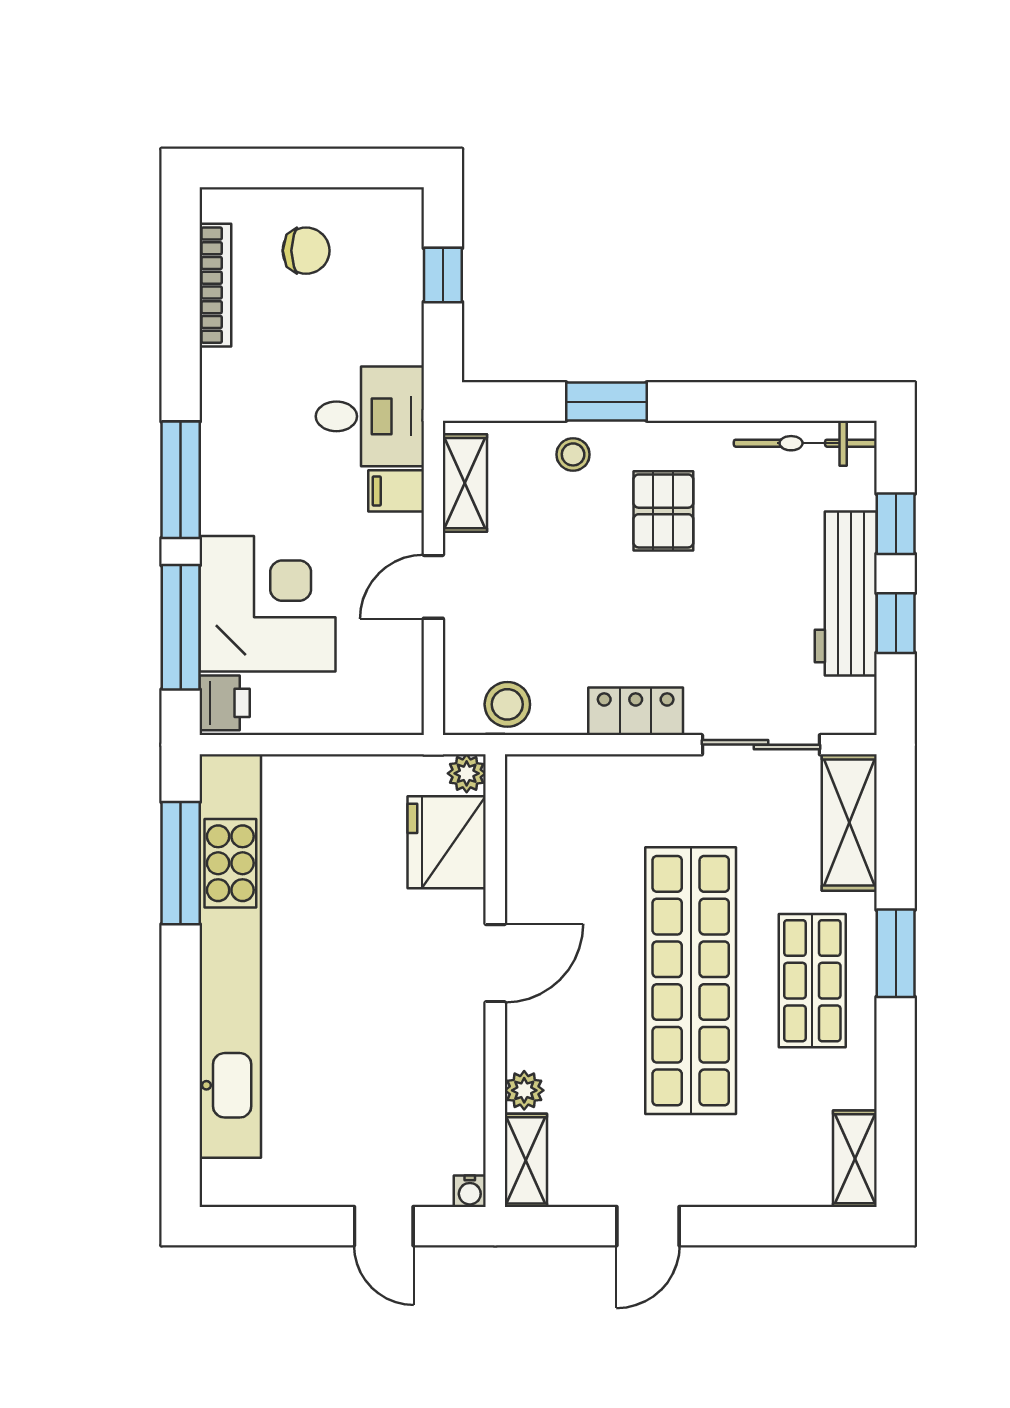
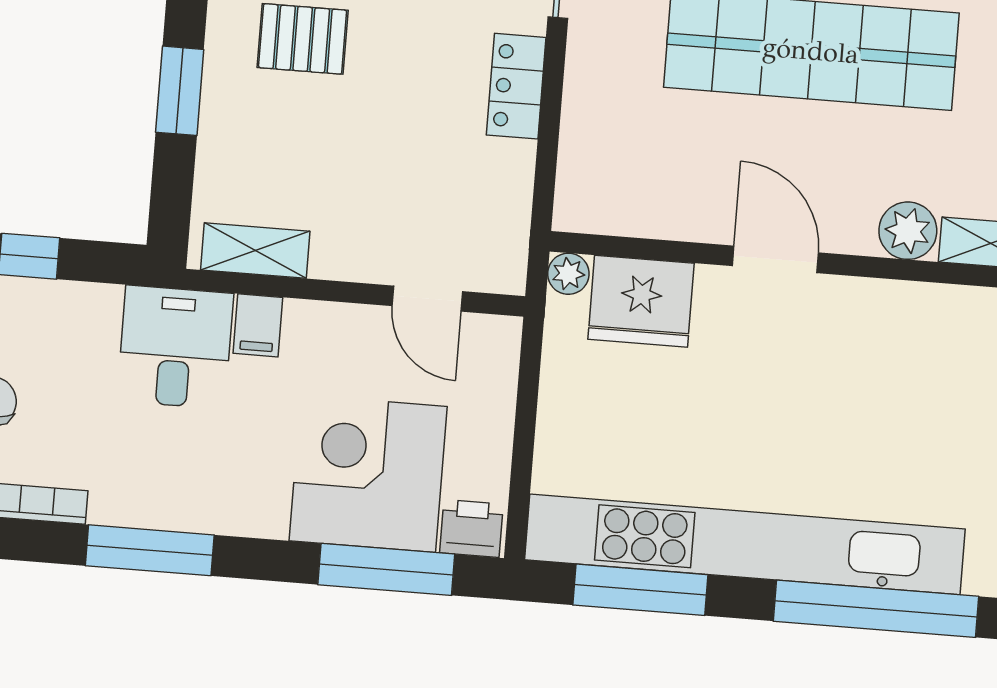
stool: (573, 454) -> (234, 131), removed
window: (181, 480) -> (150, 550), moved
door: (433, 587) -> (427, 299), moved
stool: (507, 704) -> (498, 224), removed
window: (181, 1082) -> (876, 609), added
plant: (524, 1090) -> (908, 231), width x1.38, depth x1.38

